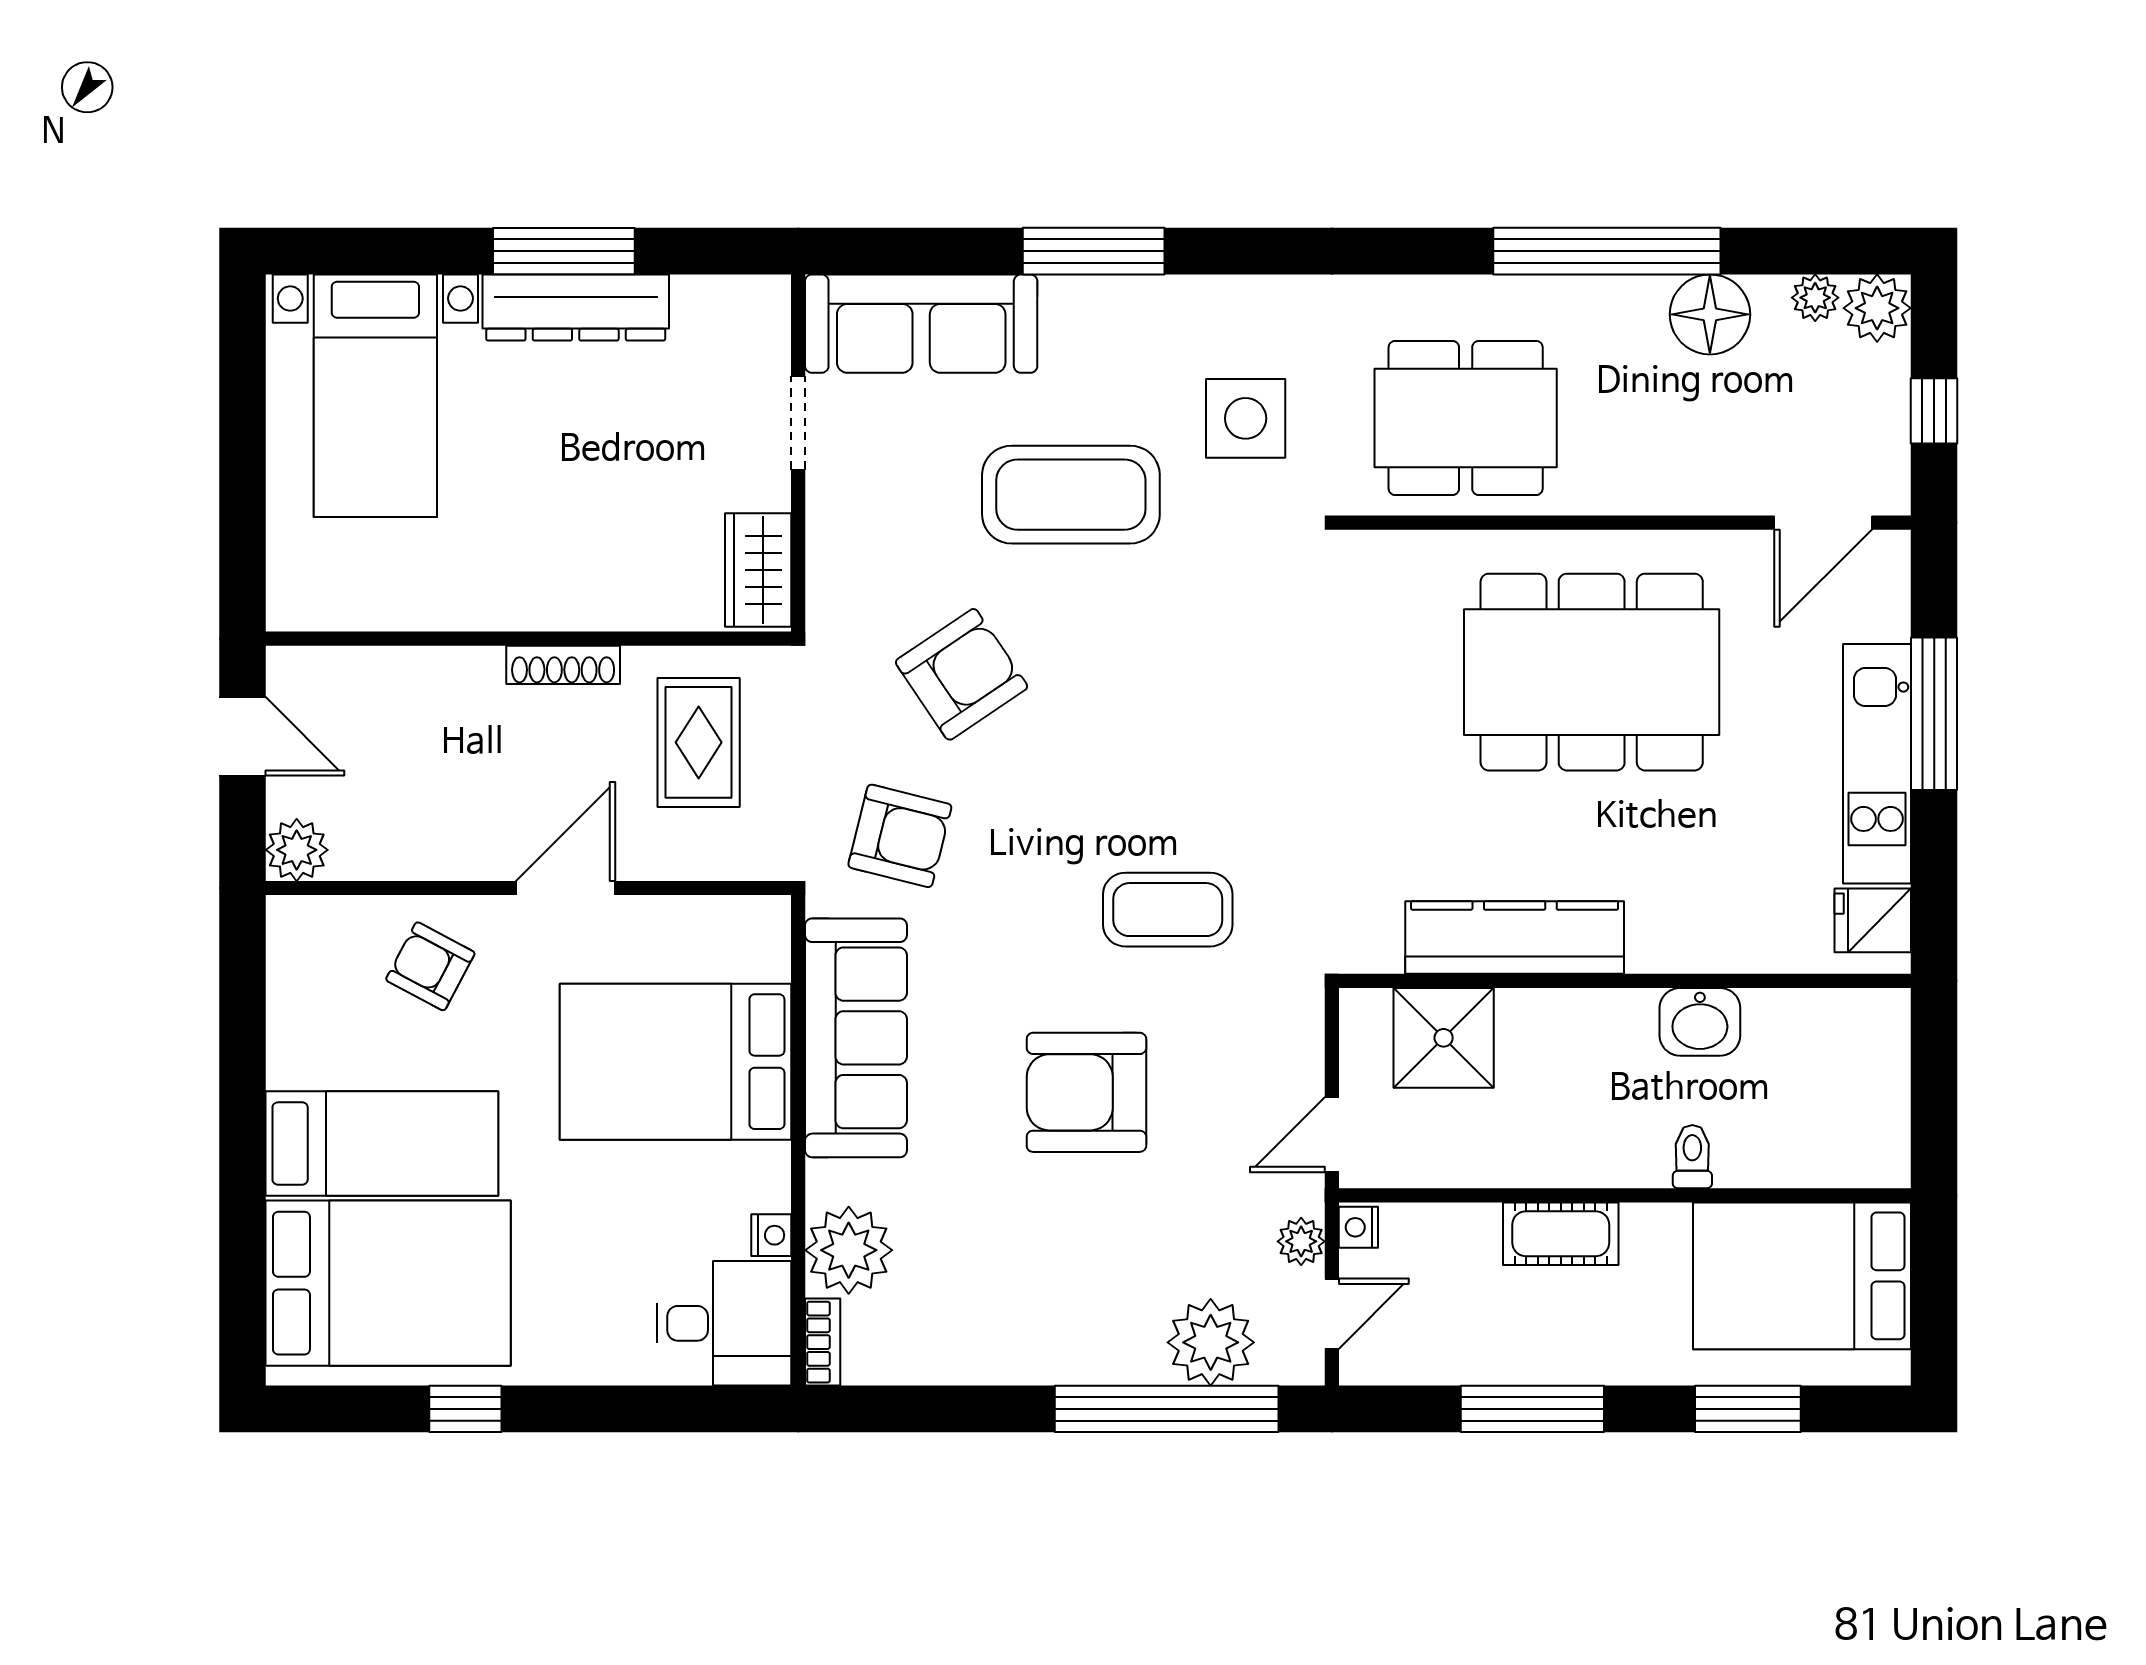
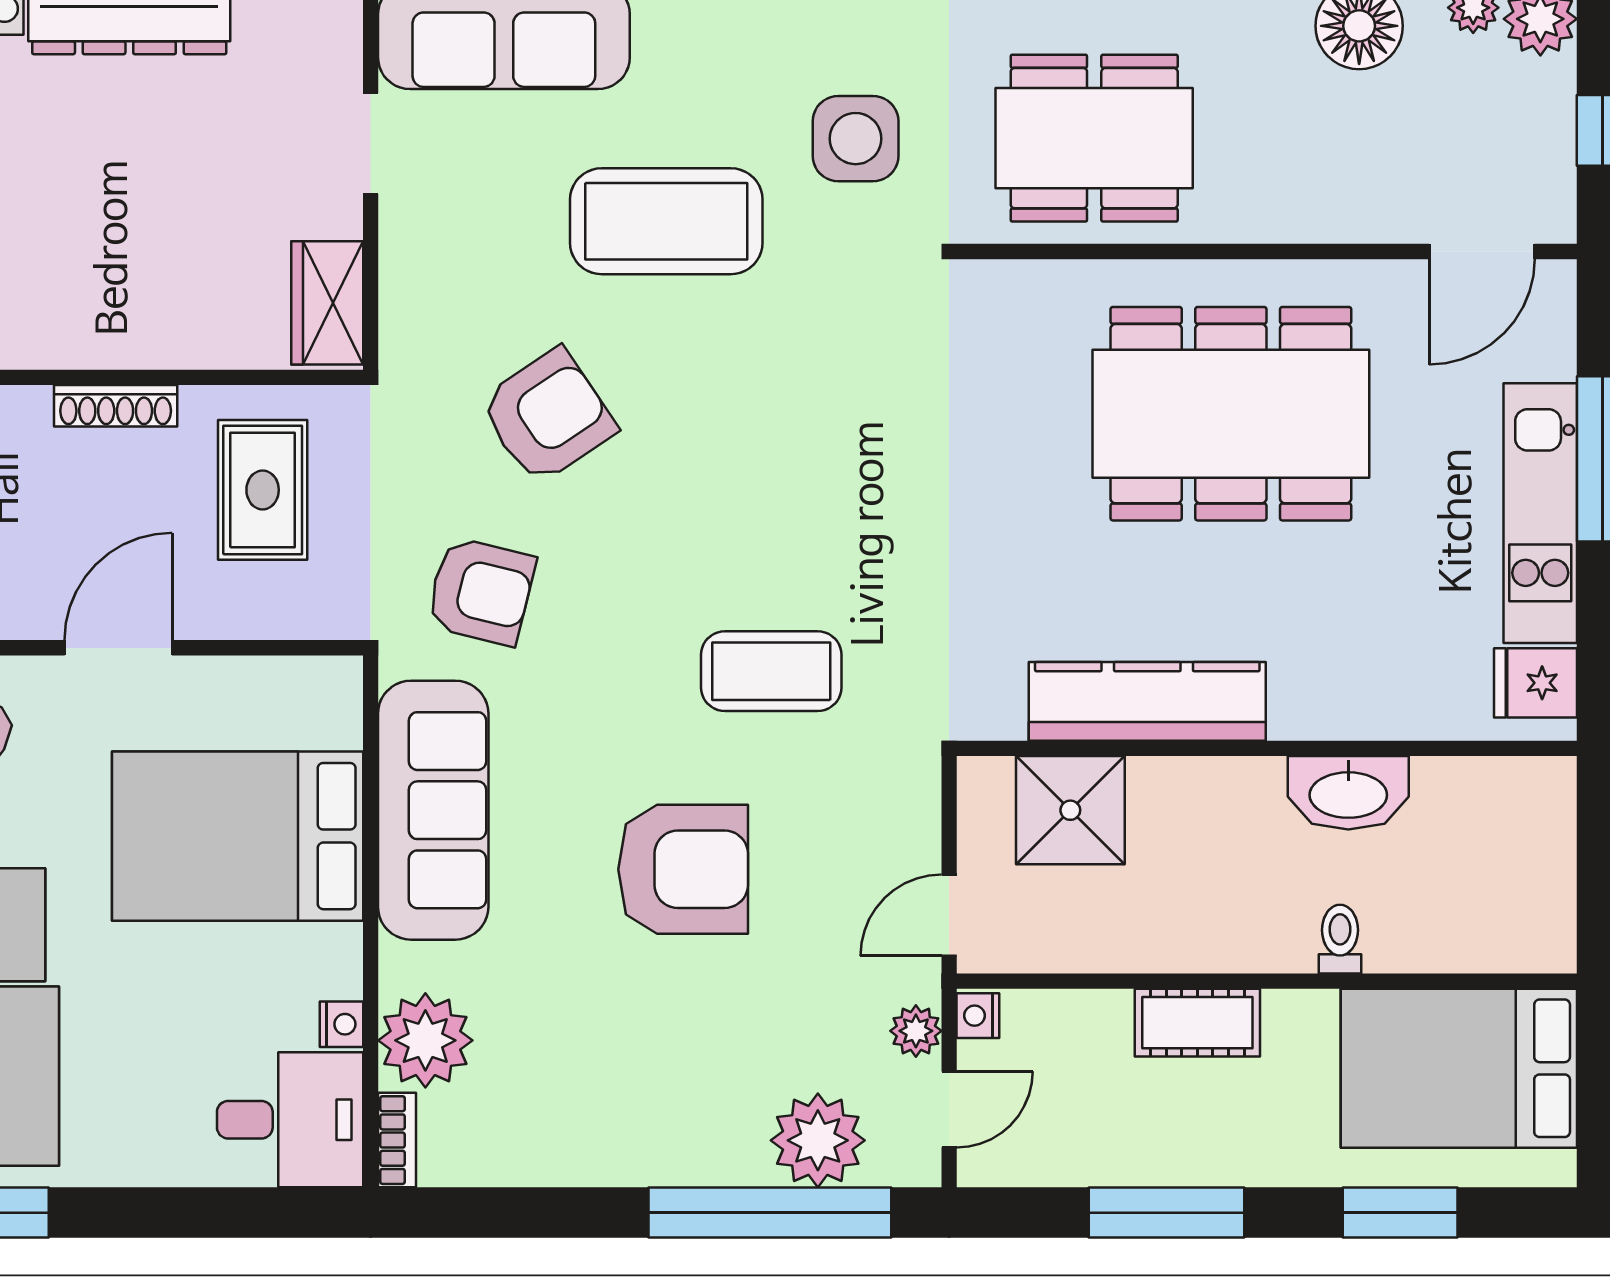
washbasin: (1700, 1022) -> (1348, 793), width x1.38
armchair: (1086, 1092) -> (683, 869), turned 180

